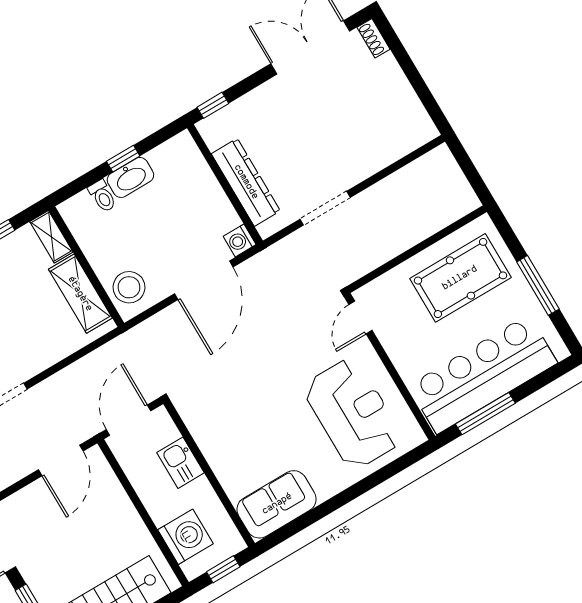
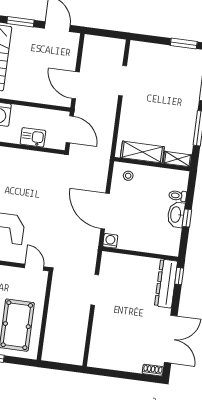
dresser: (246, 182) -> (166, 284), moved, turned 90
stool: (129, 287) -> (128, 176), width x0.53, depth x0.53

